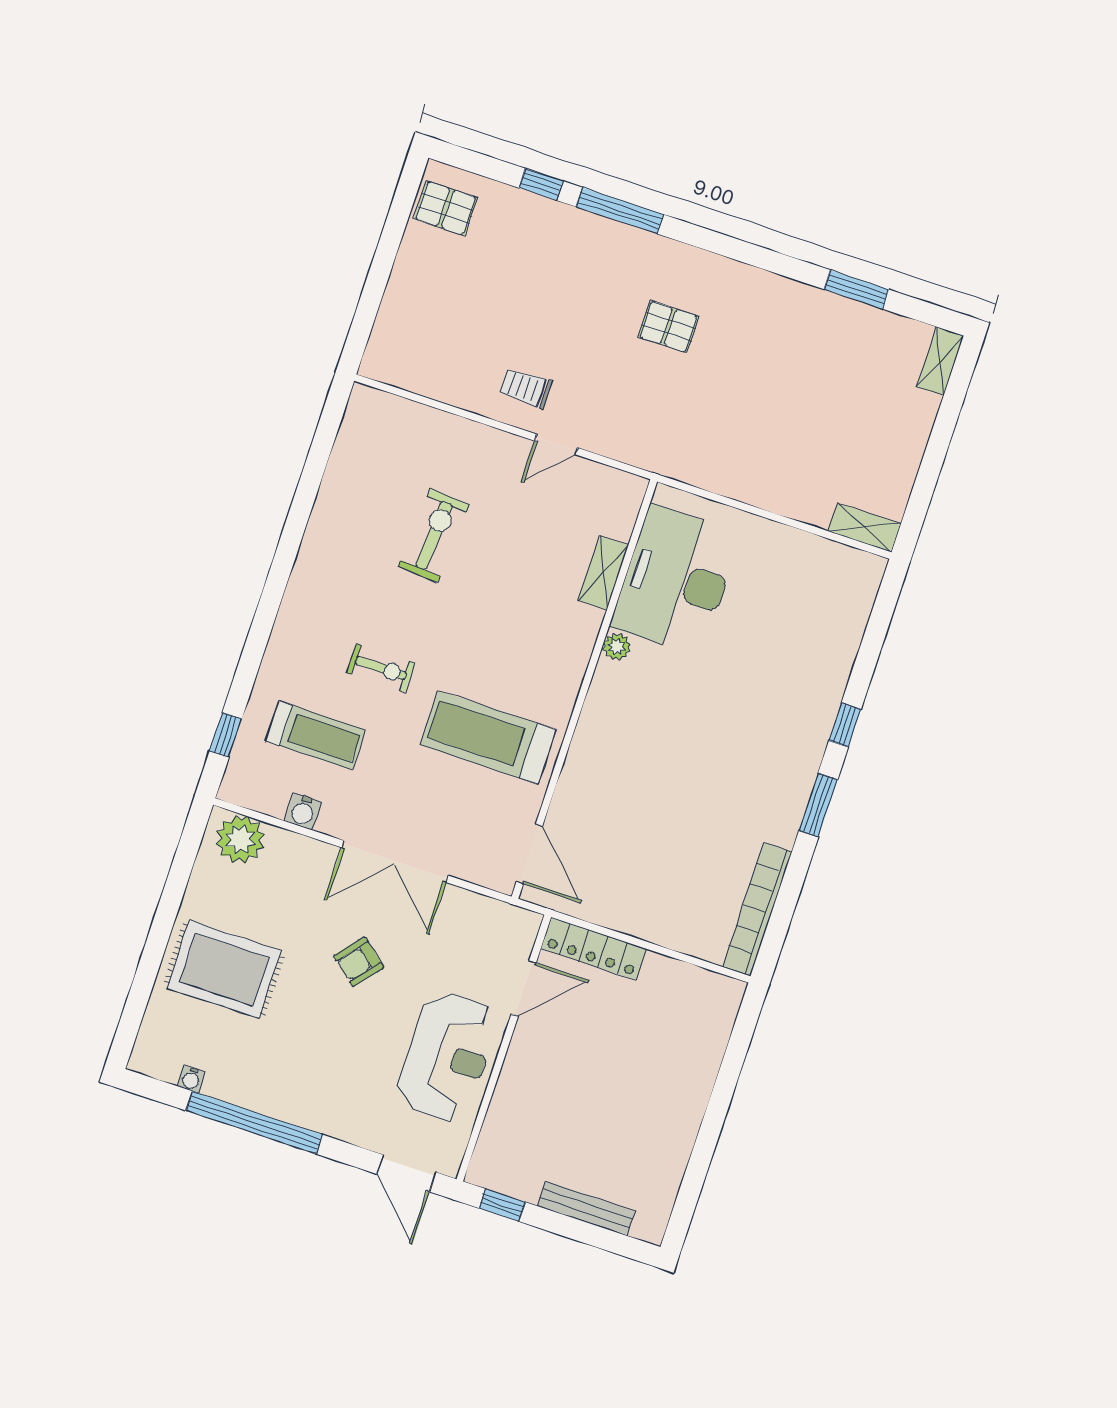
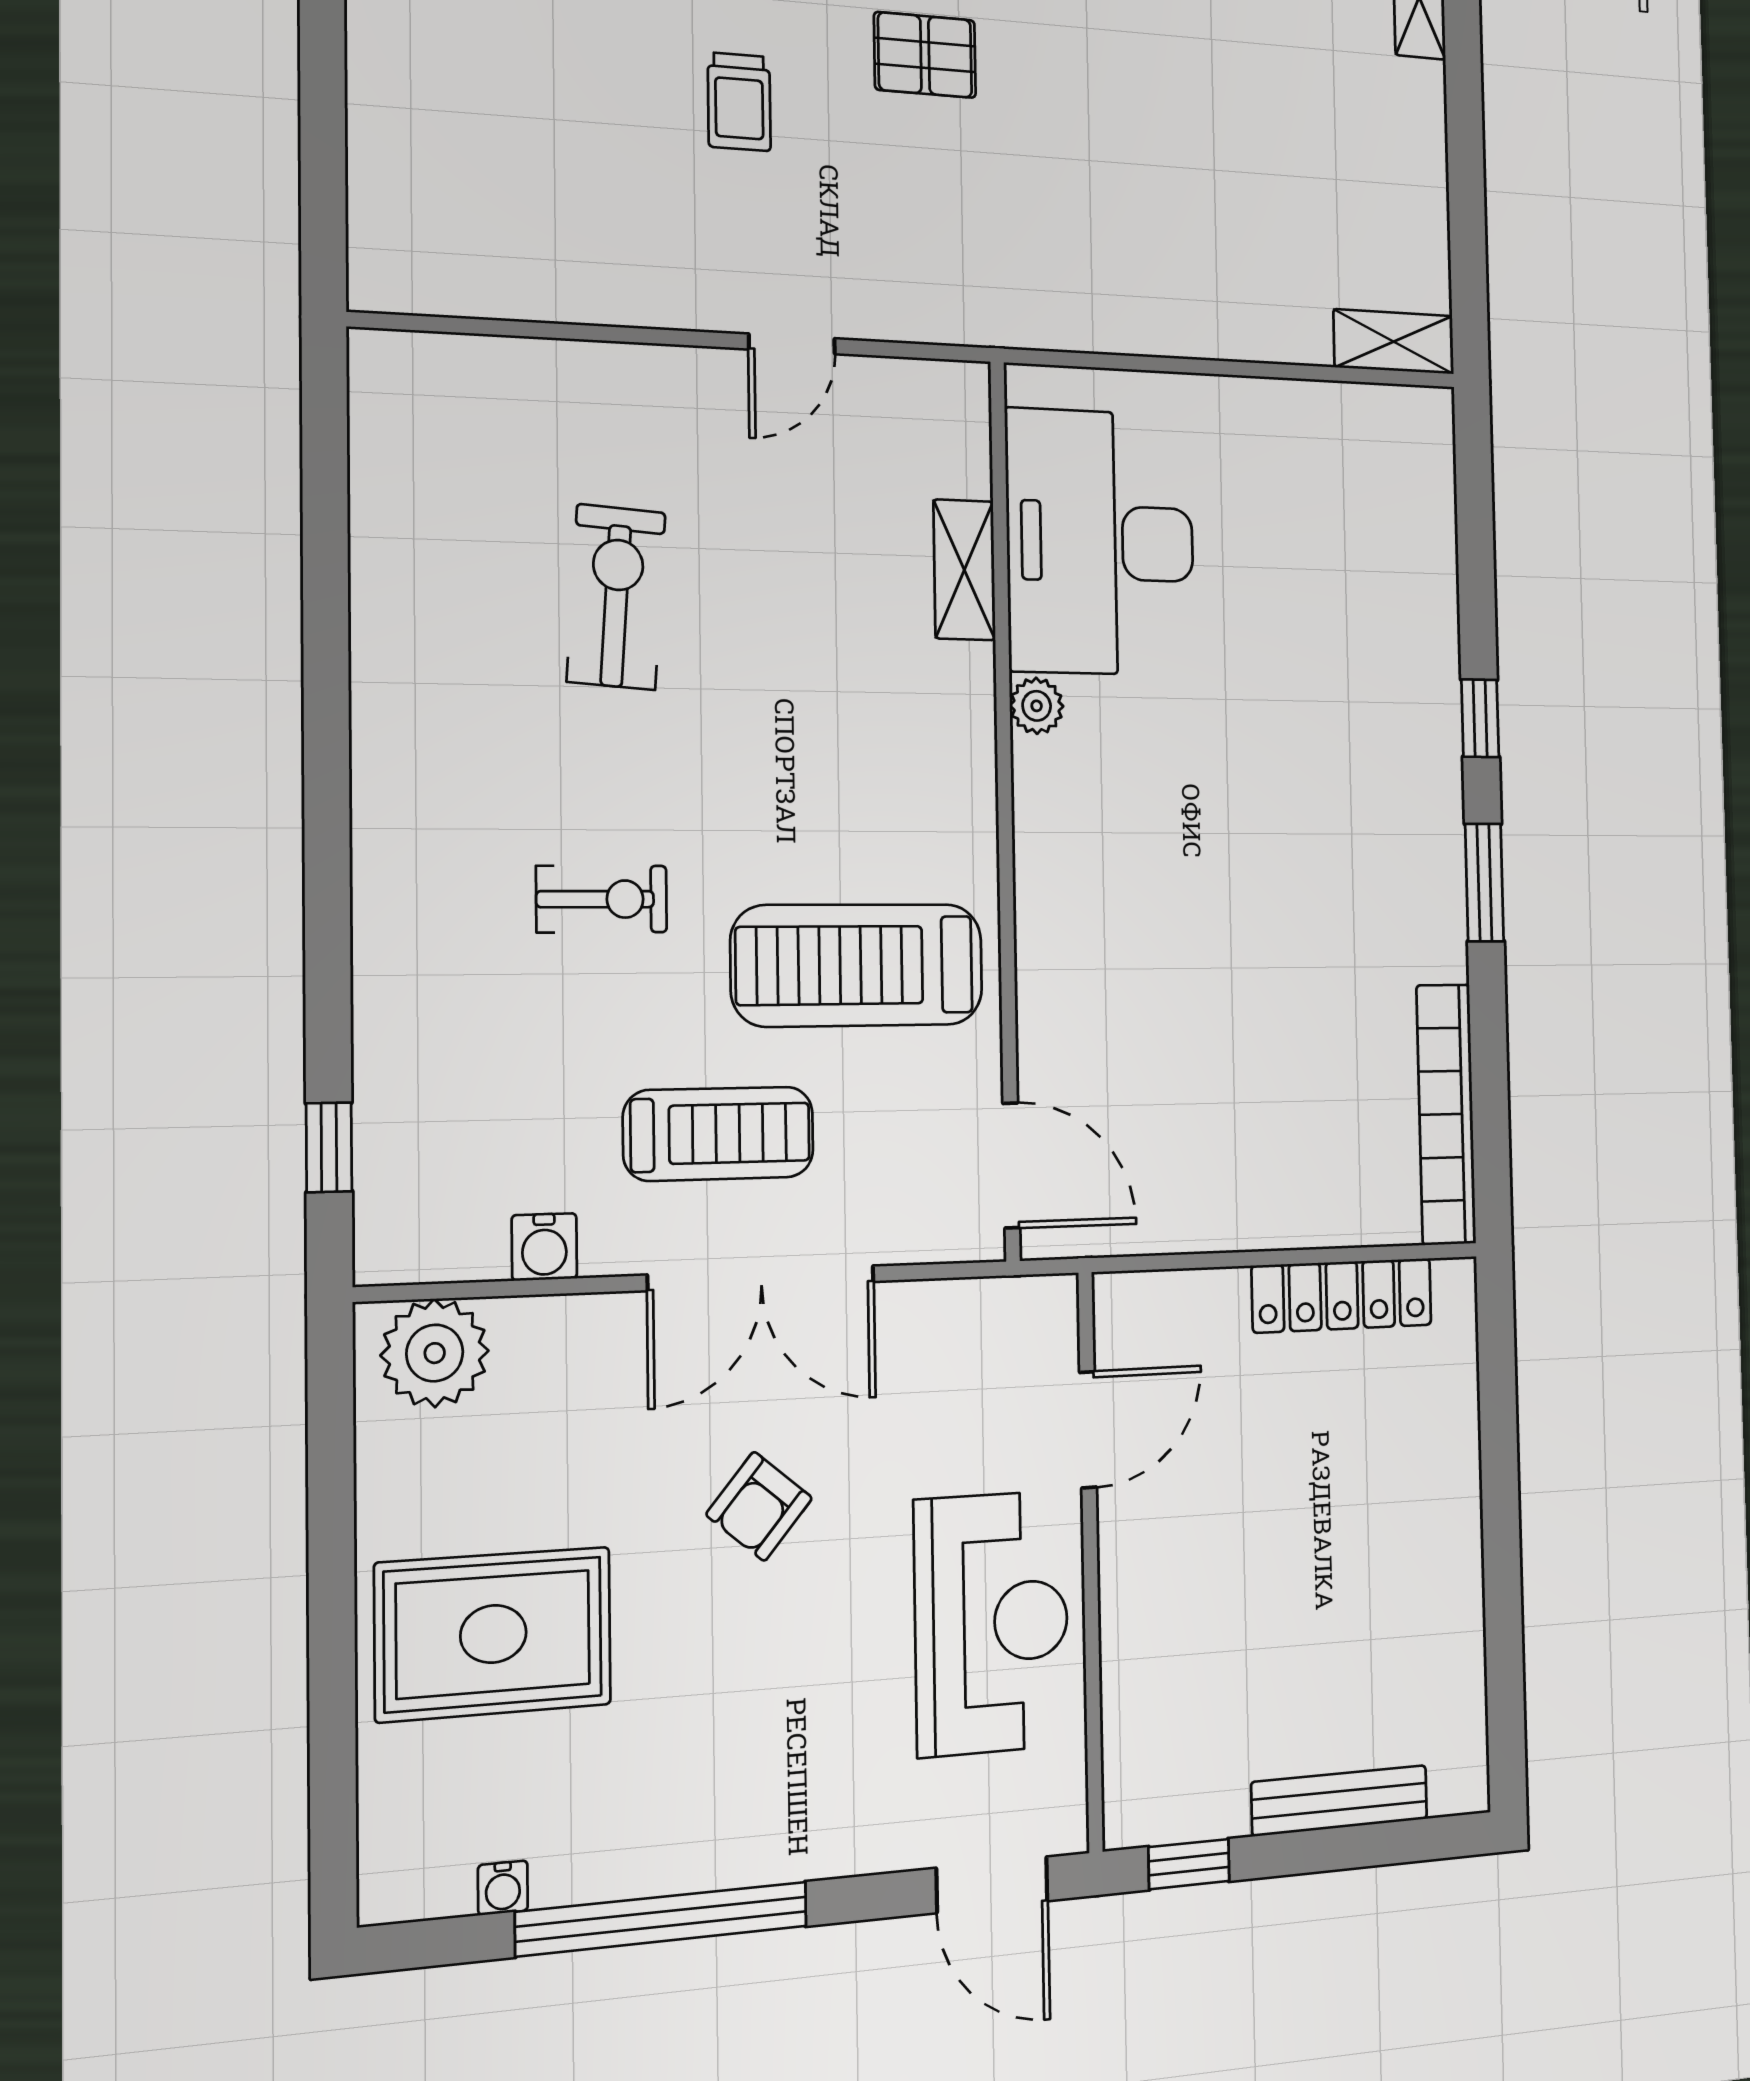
trolley: (526, 388) -> (739, 102), moved, turned -90
treadmill: (316, 735) -> (719, 1134), moved
locker: (593, 949) -> (1342, 1295), moved

